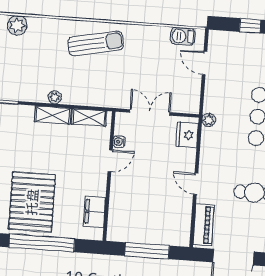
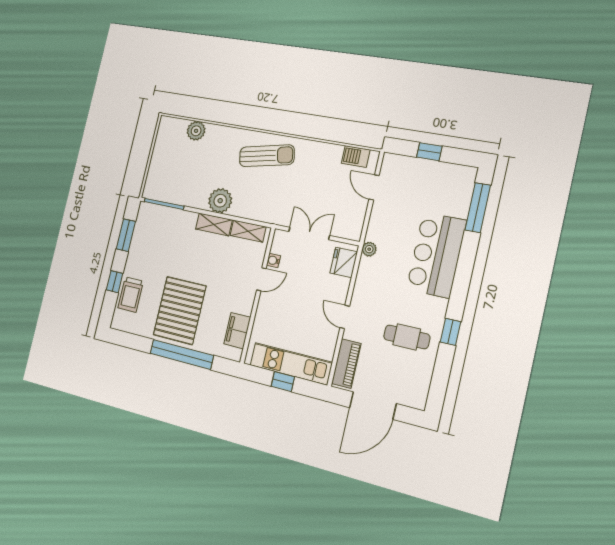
plant: (55, 97) -> (220, 201), width x1.88, depth x1.88
kitchen unit: (152, 233) -> (291, 364), added
window: (147, 251) -> (283, 381), width x0.46

